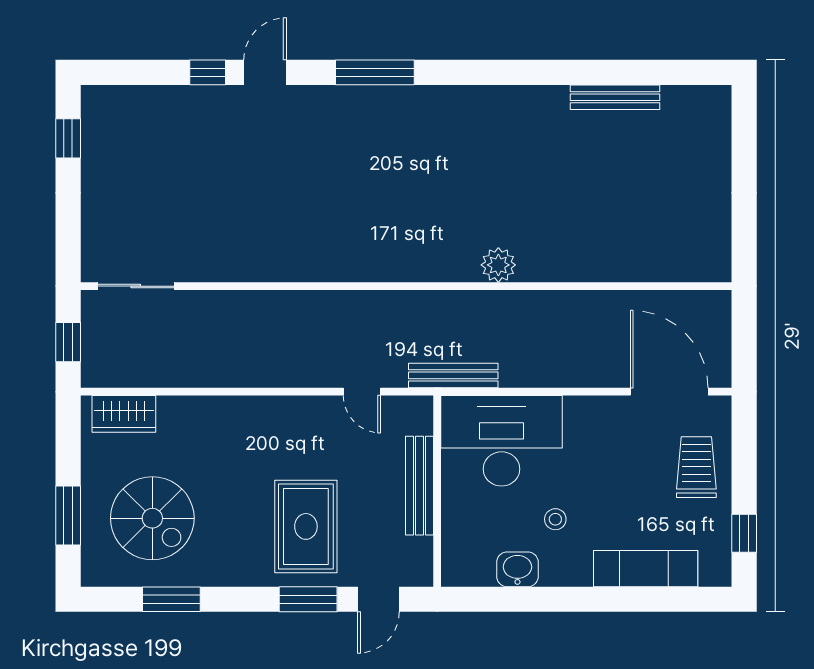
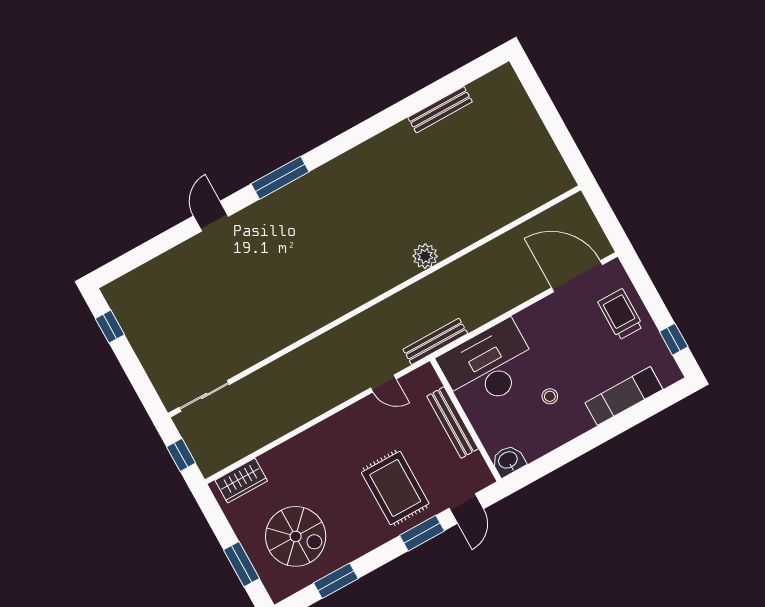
window: (208, 72) -> (175, 236), removed
washbasin: (517, 569) -> (508, 461), moved

